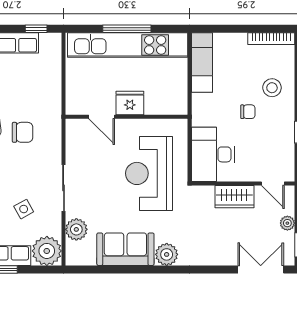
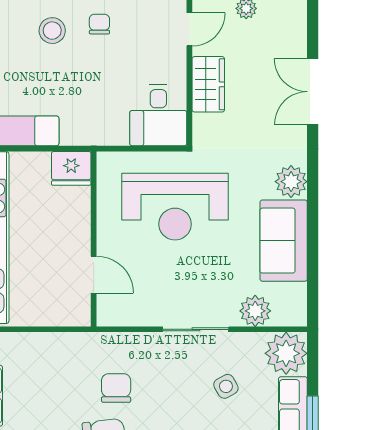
fridge: (130, 103) -> (71, 168), moved, turned -90
chair: (248, 112) -> (99, 24), moved
door: (102, 117) -> (94, 275), hinge flipped
desk: (213, 154) -> (158, 115), width x0.73
double door: (261, 269) -> (313, 92), moved

